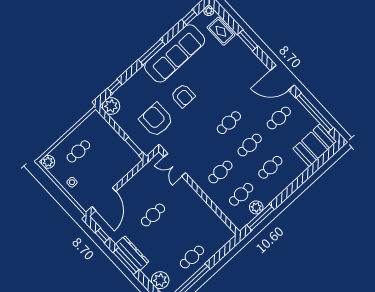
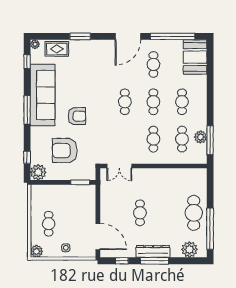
armchair: (156, 120) -> (65, 151), moved
cafe table: (192, 257) -> (194, 213), width x1.37, depth x1.35

